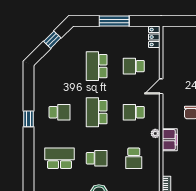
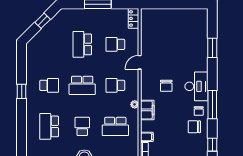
school desk: (97, 112) -> (82, 85), turned -90
school desk: (59, 158) -> (49, 126), turned -90
school desk: (97, 158) -> (82, 126), turned -90
school desk: (134, 158) -> (115, 126), width x1.85
filing cabinet: (169, 170) -> (147, 137), added

